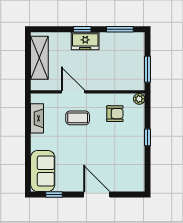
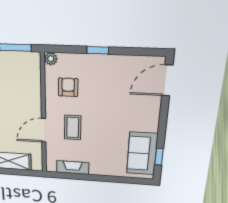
sofa: (43, 171) -> (142, 154), moved, turned -90
door: (97, 195) -> (167, 80), moved

